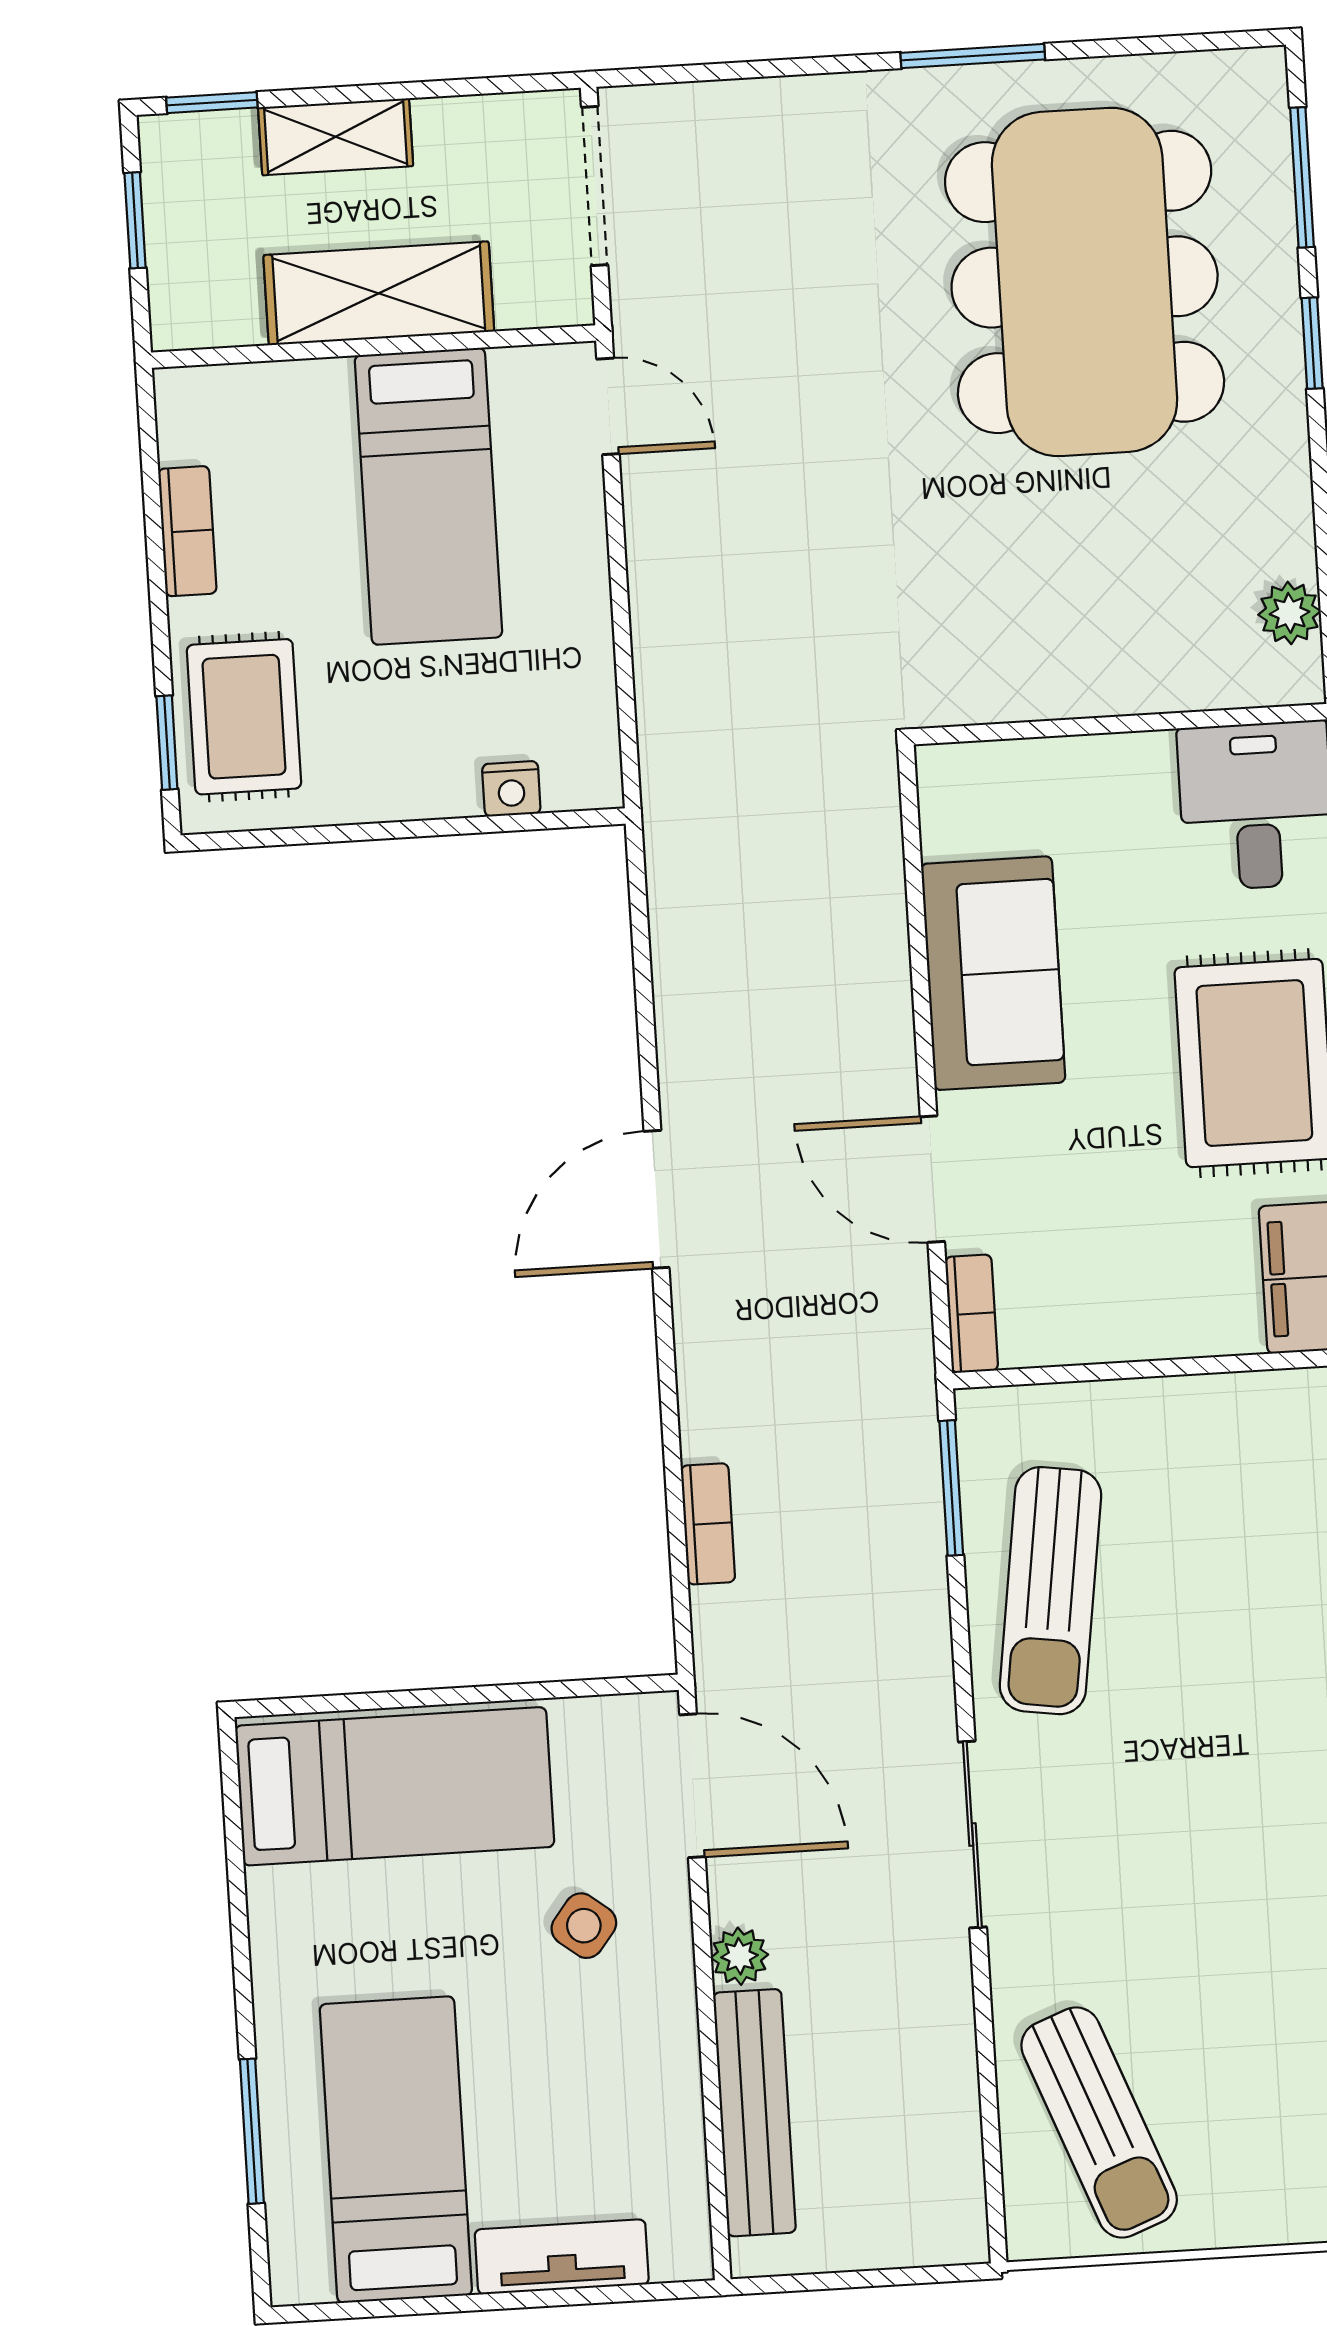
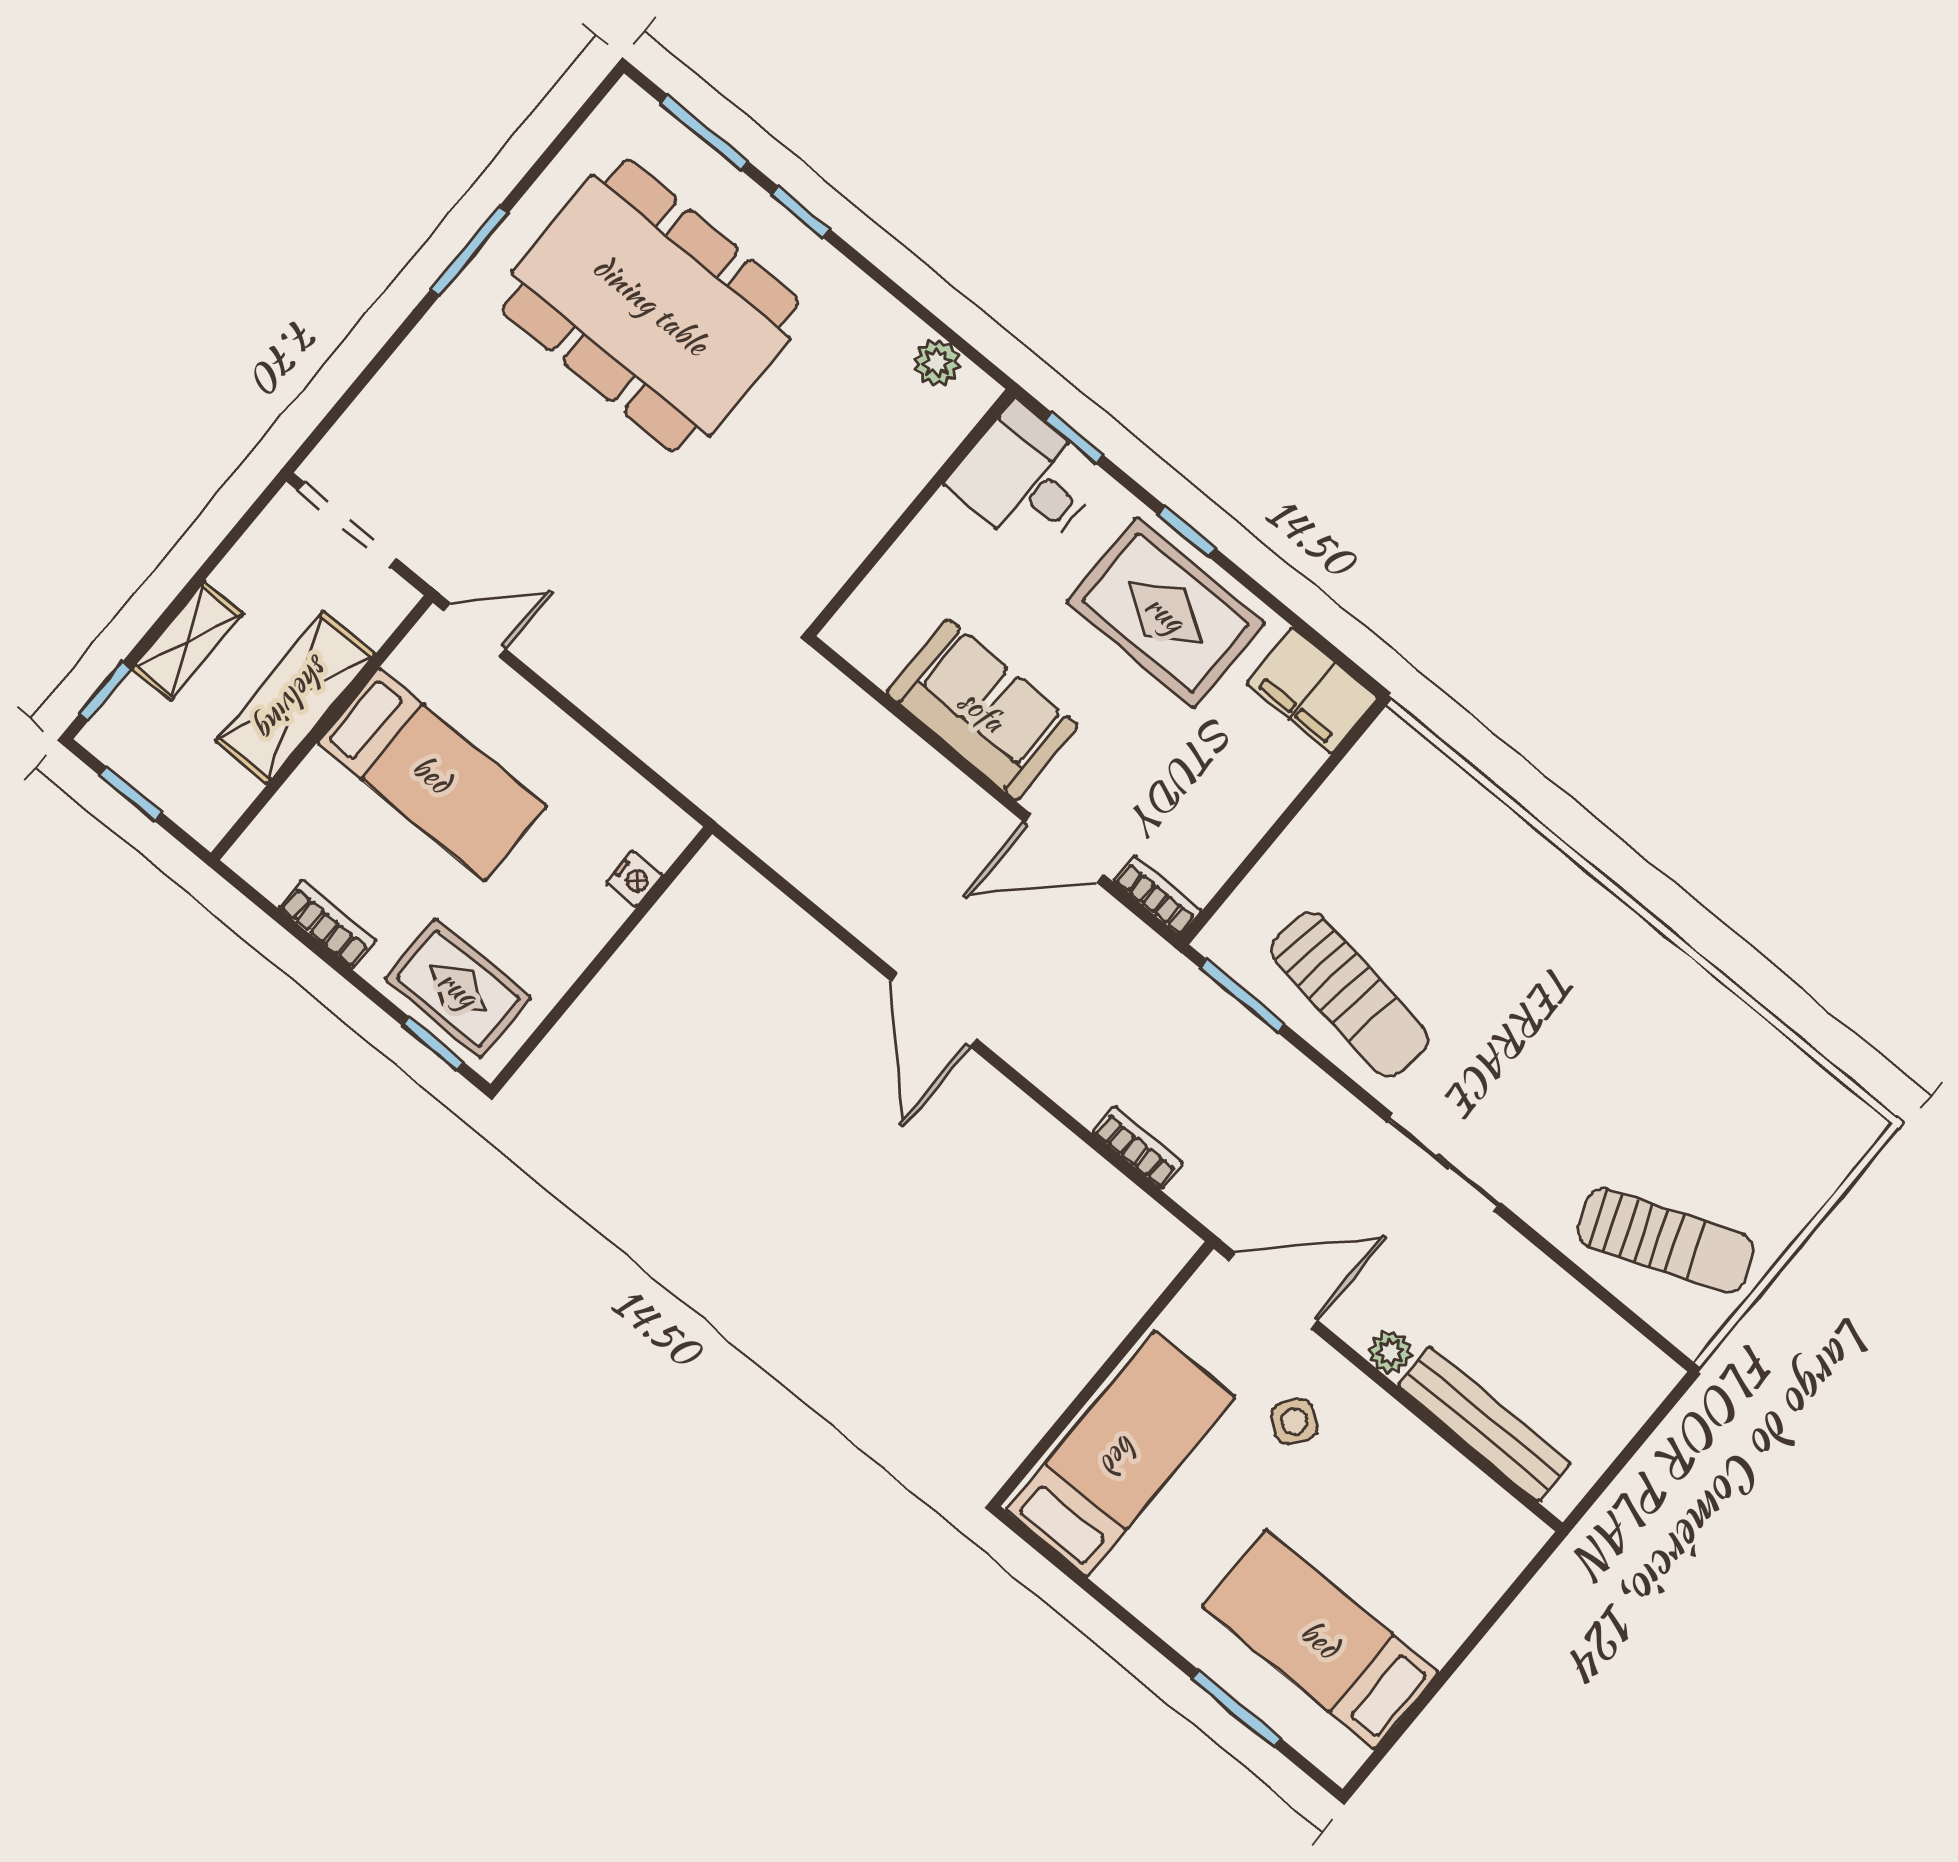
tv unit: (562, 2257) -> (1464, 1603), removed

